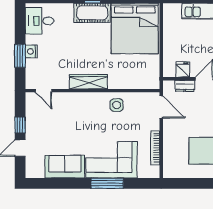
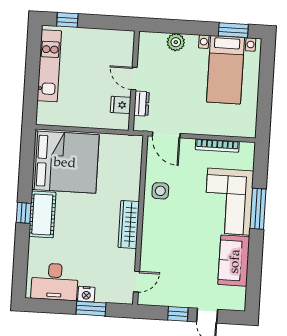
desk: (40, 21) -> (55, 282), width x1.37
door: (161, 107) -> (166, 135), swing flipped

